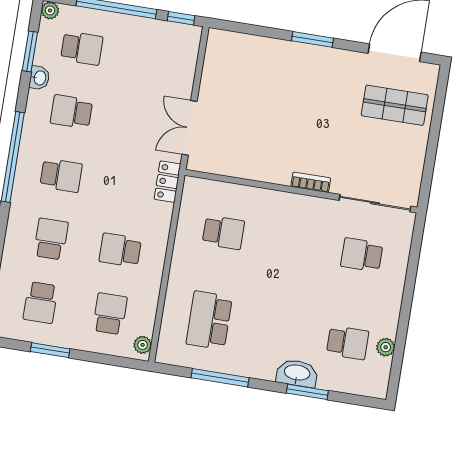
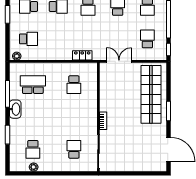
shop shelf: (395, 105) -> (151, 94), moved, width x2.00, depth x1.36
locker: (167, 182) -> (82, 55), moved
school desk: (120, 250) -> (147, 39), moved
washbasin: (297, 373) -> (15, 109), moved

